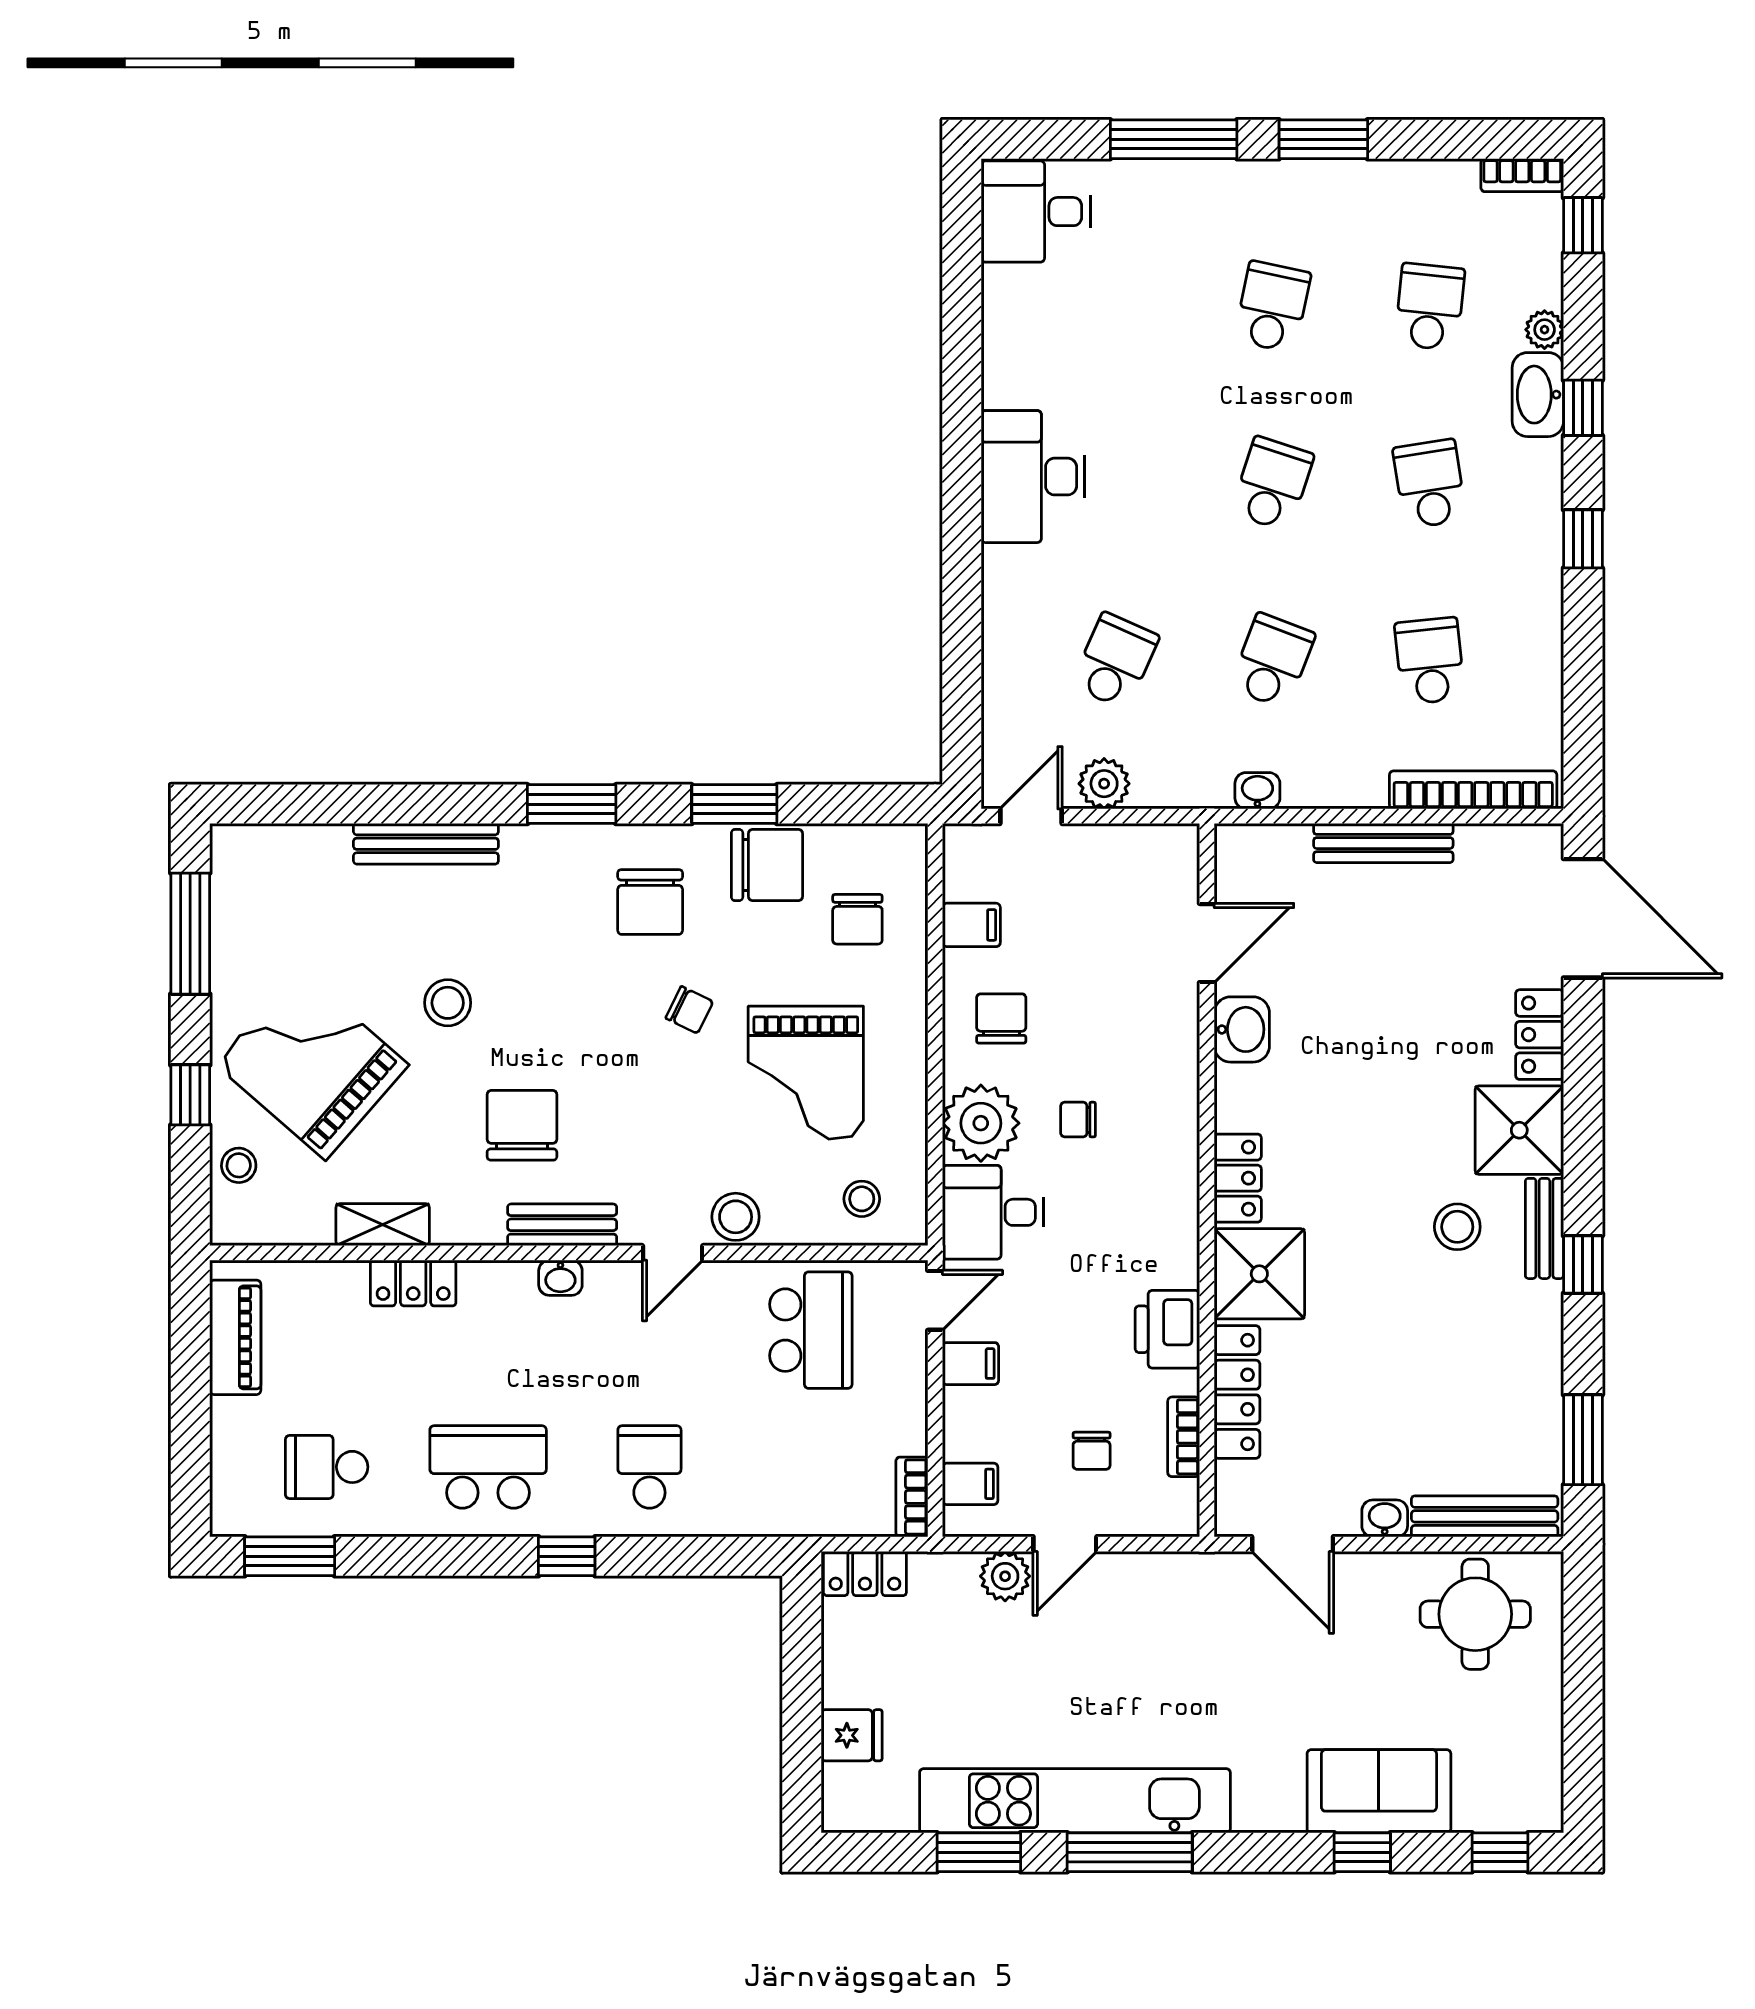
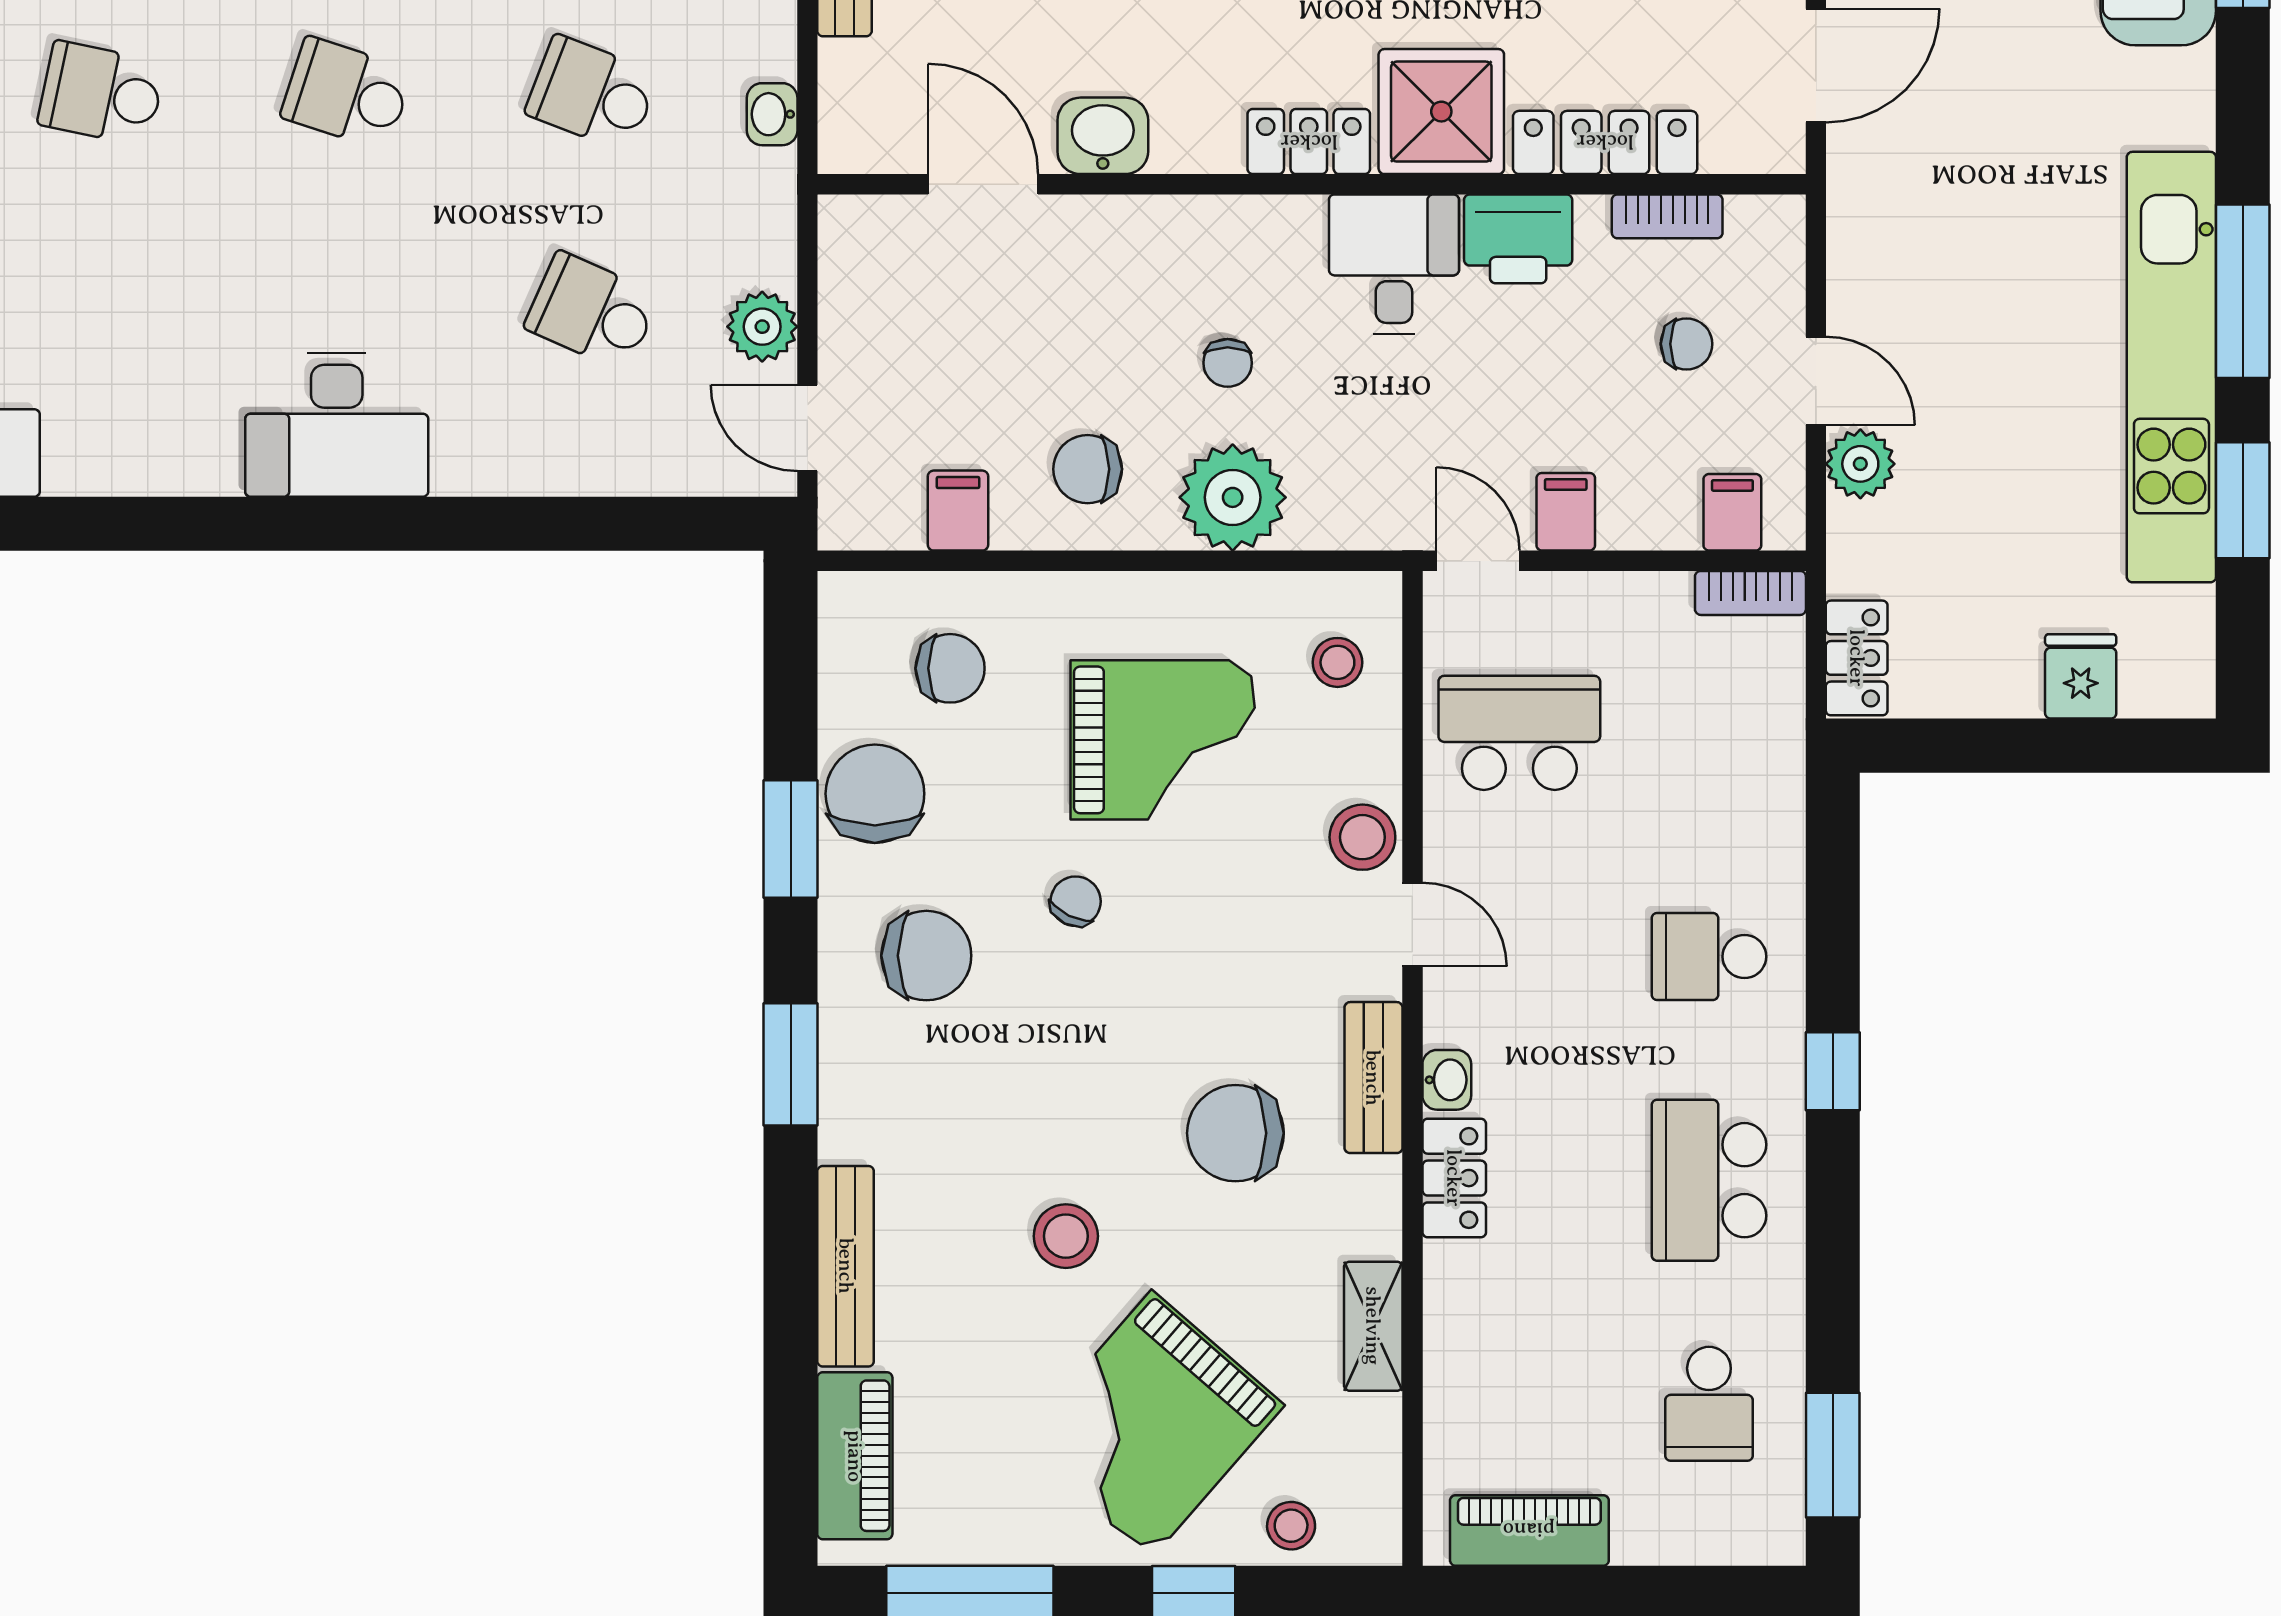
piano: (289, 850) -> (855, 1456), added
desk: (993, 1212) -> (1394, 264), moved, turned 180
locker: (413, 1283) -> (1454, 1178), moved

